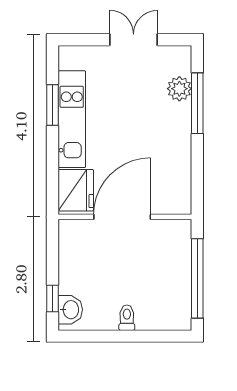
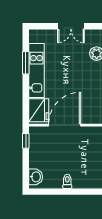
double door: (134, 40) -> (71, 26), swing flipped
window: (52, 298) -> (26, 141), moved

